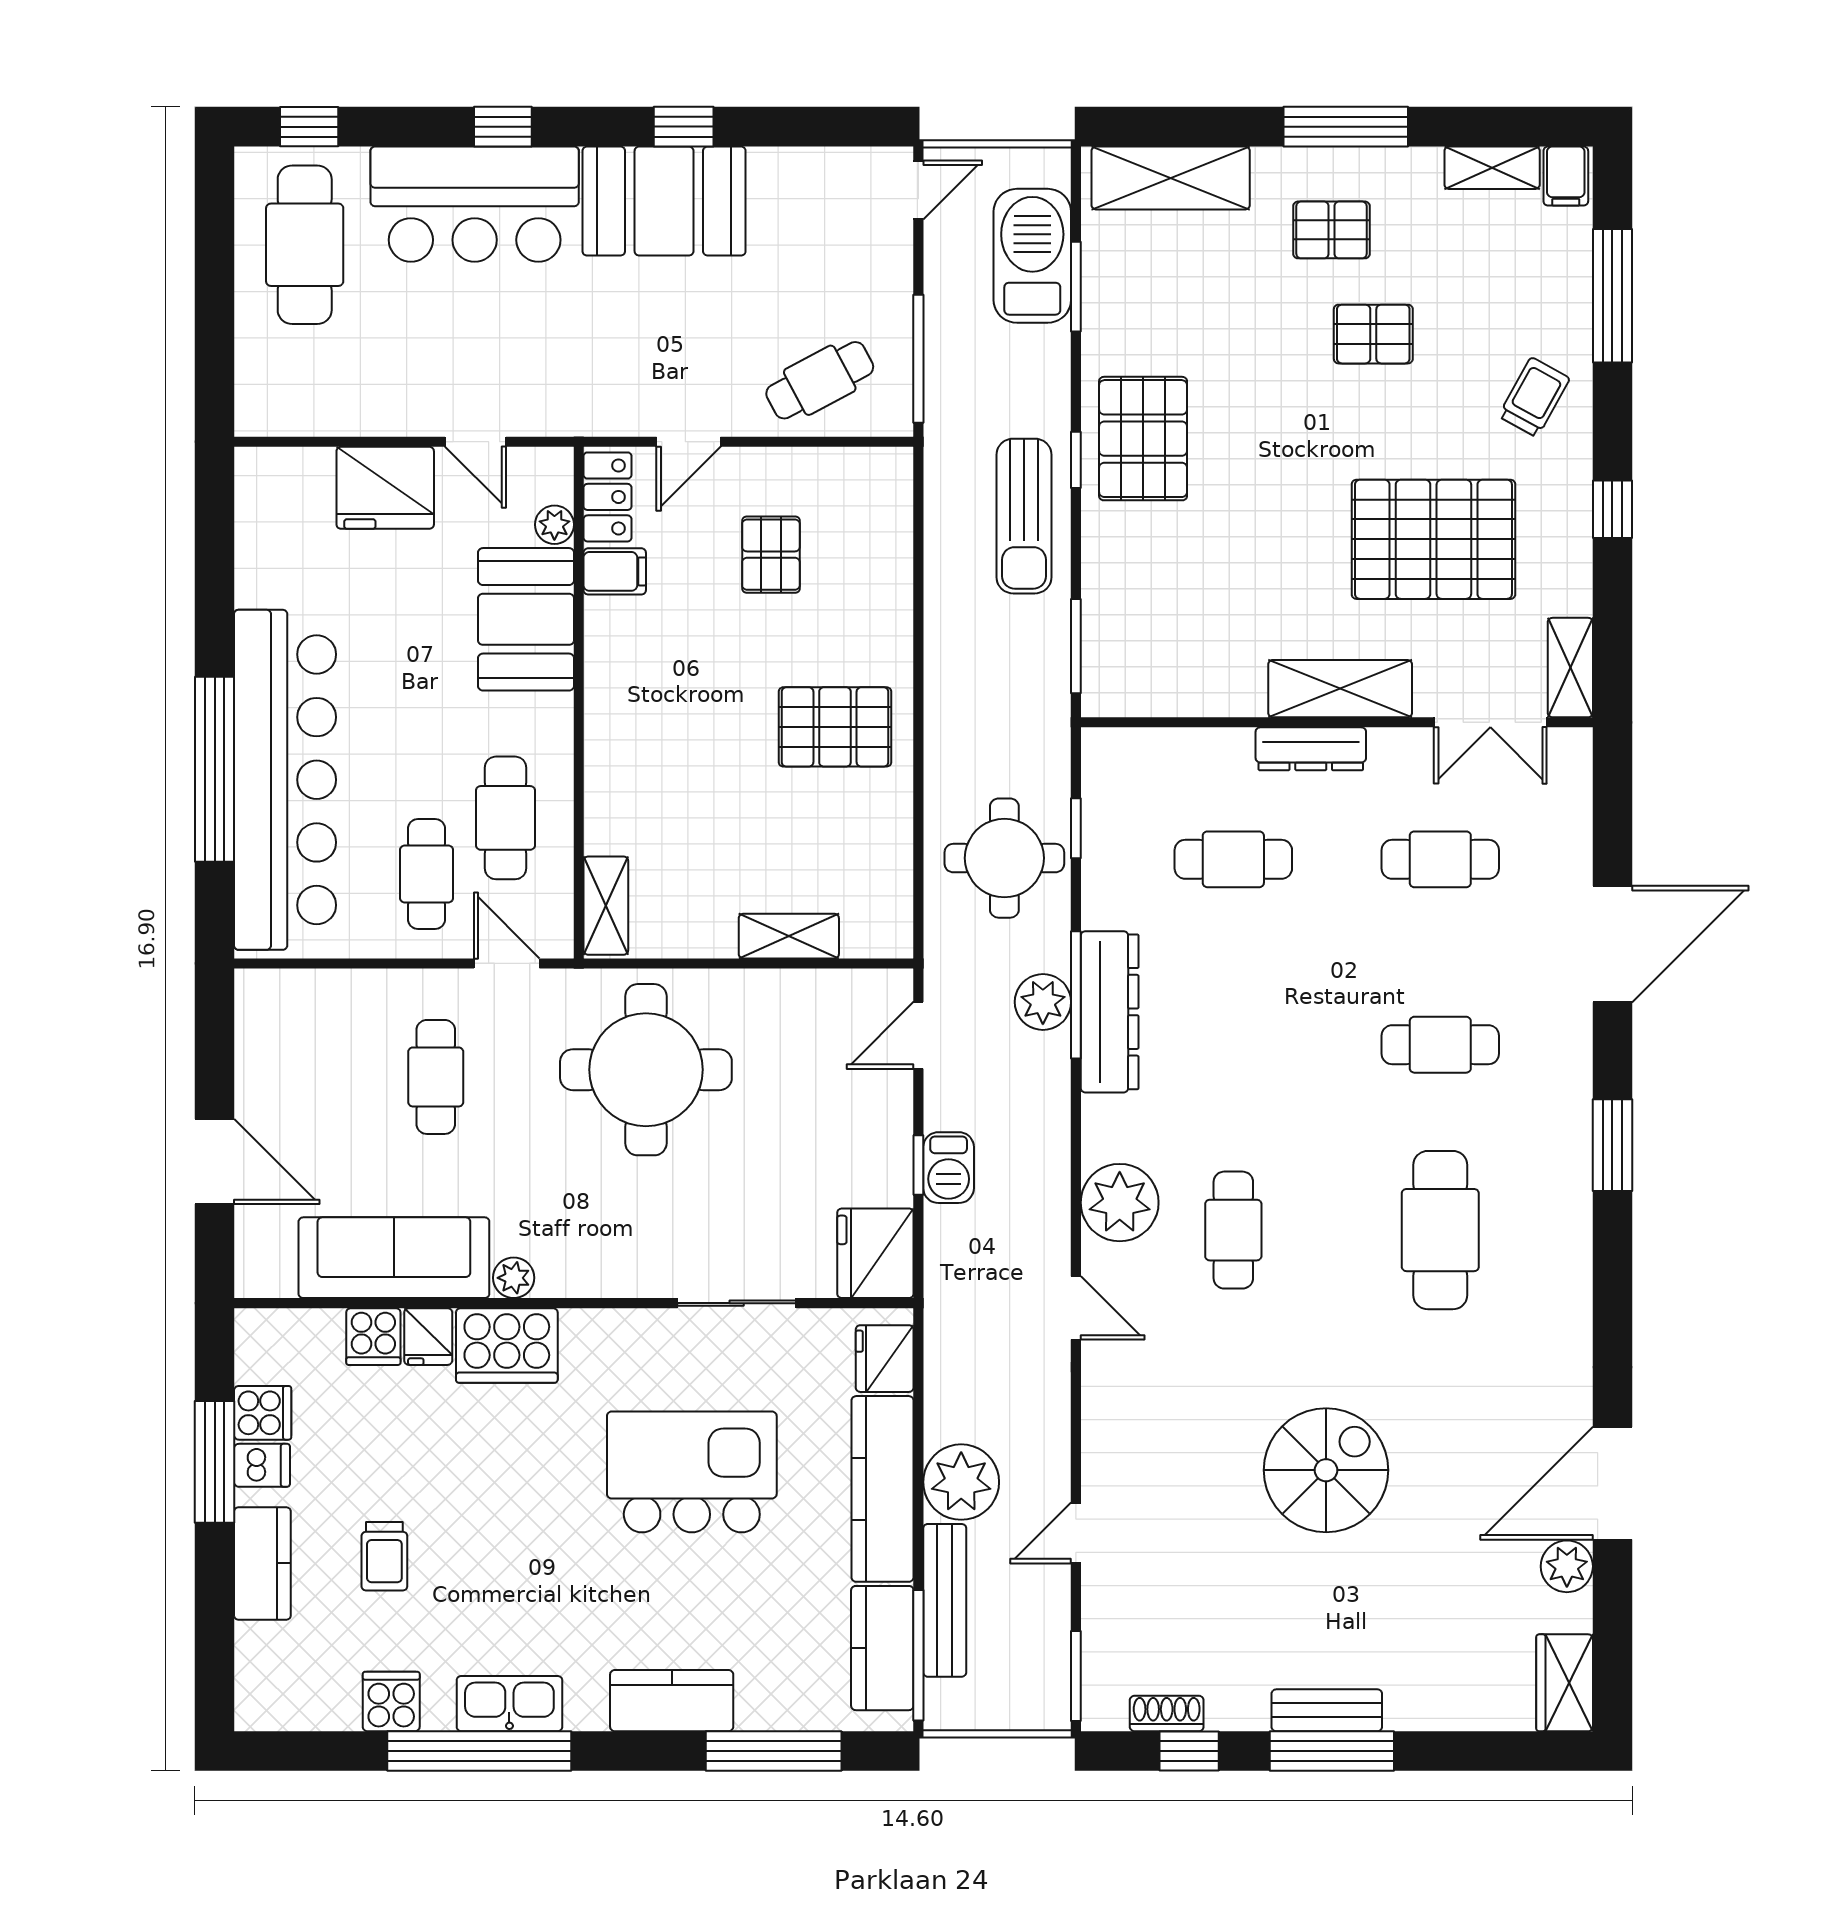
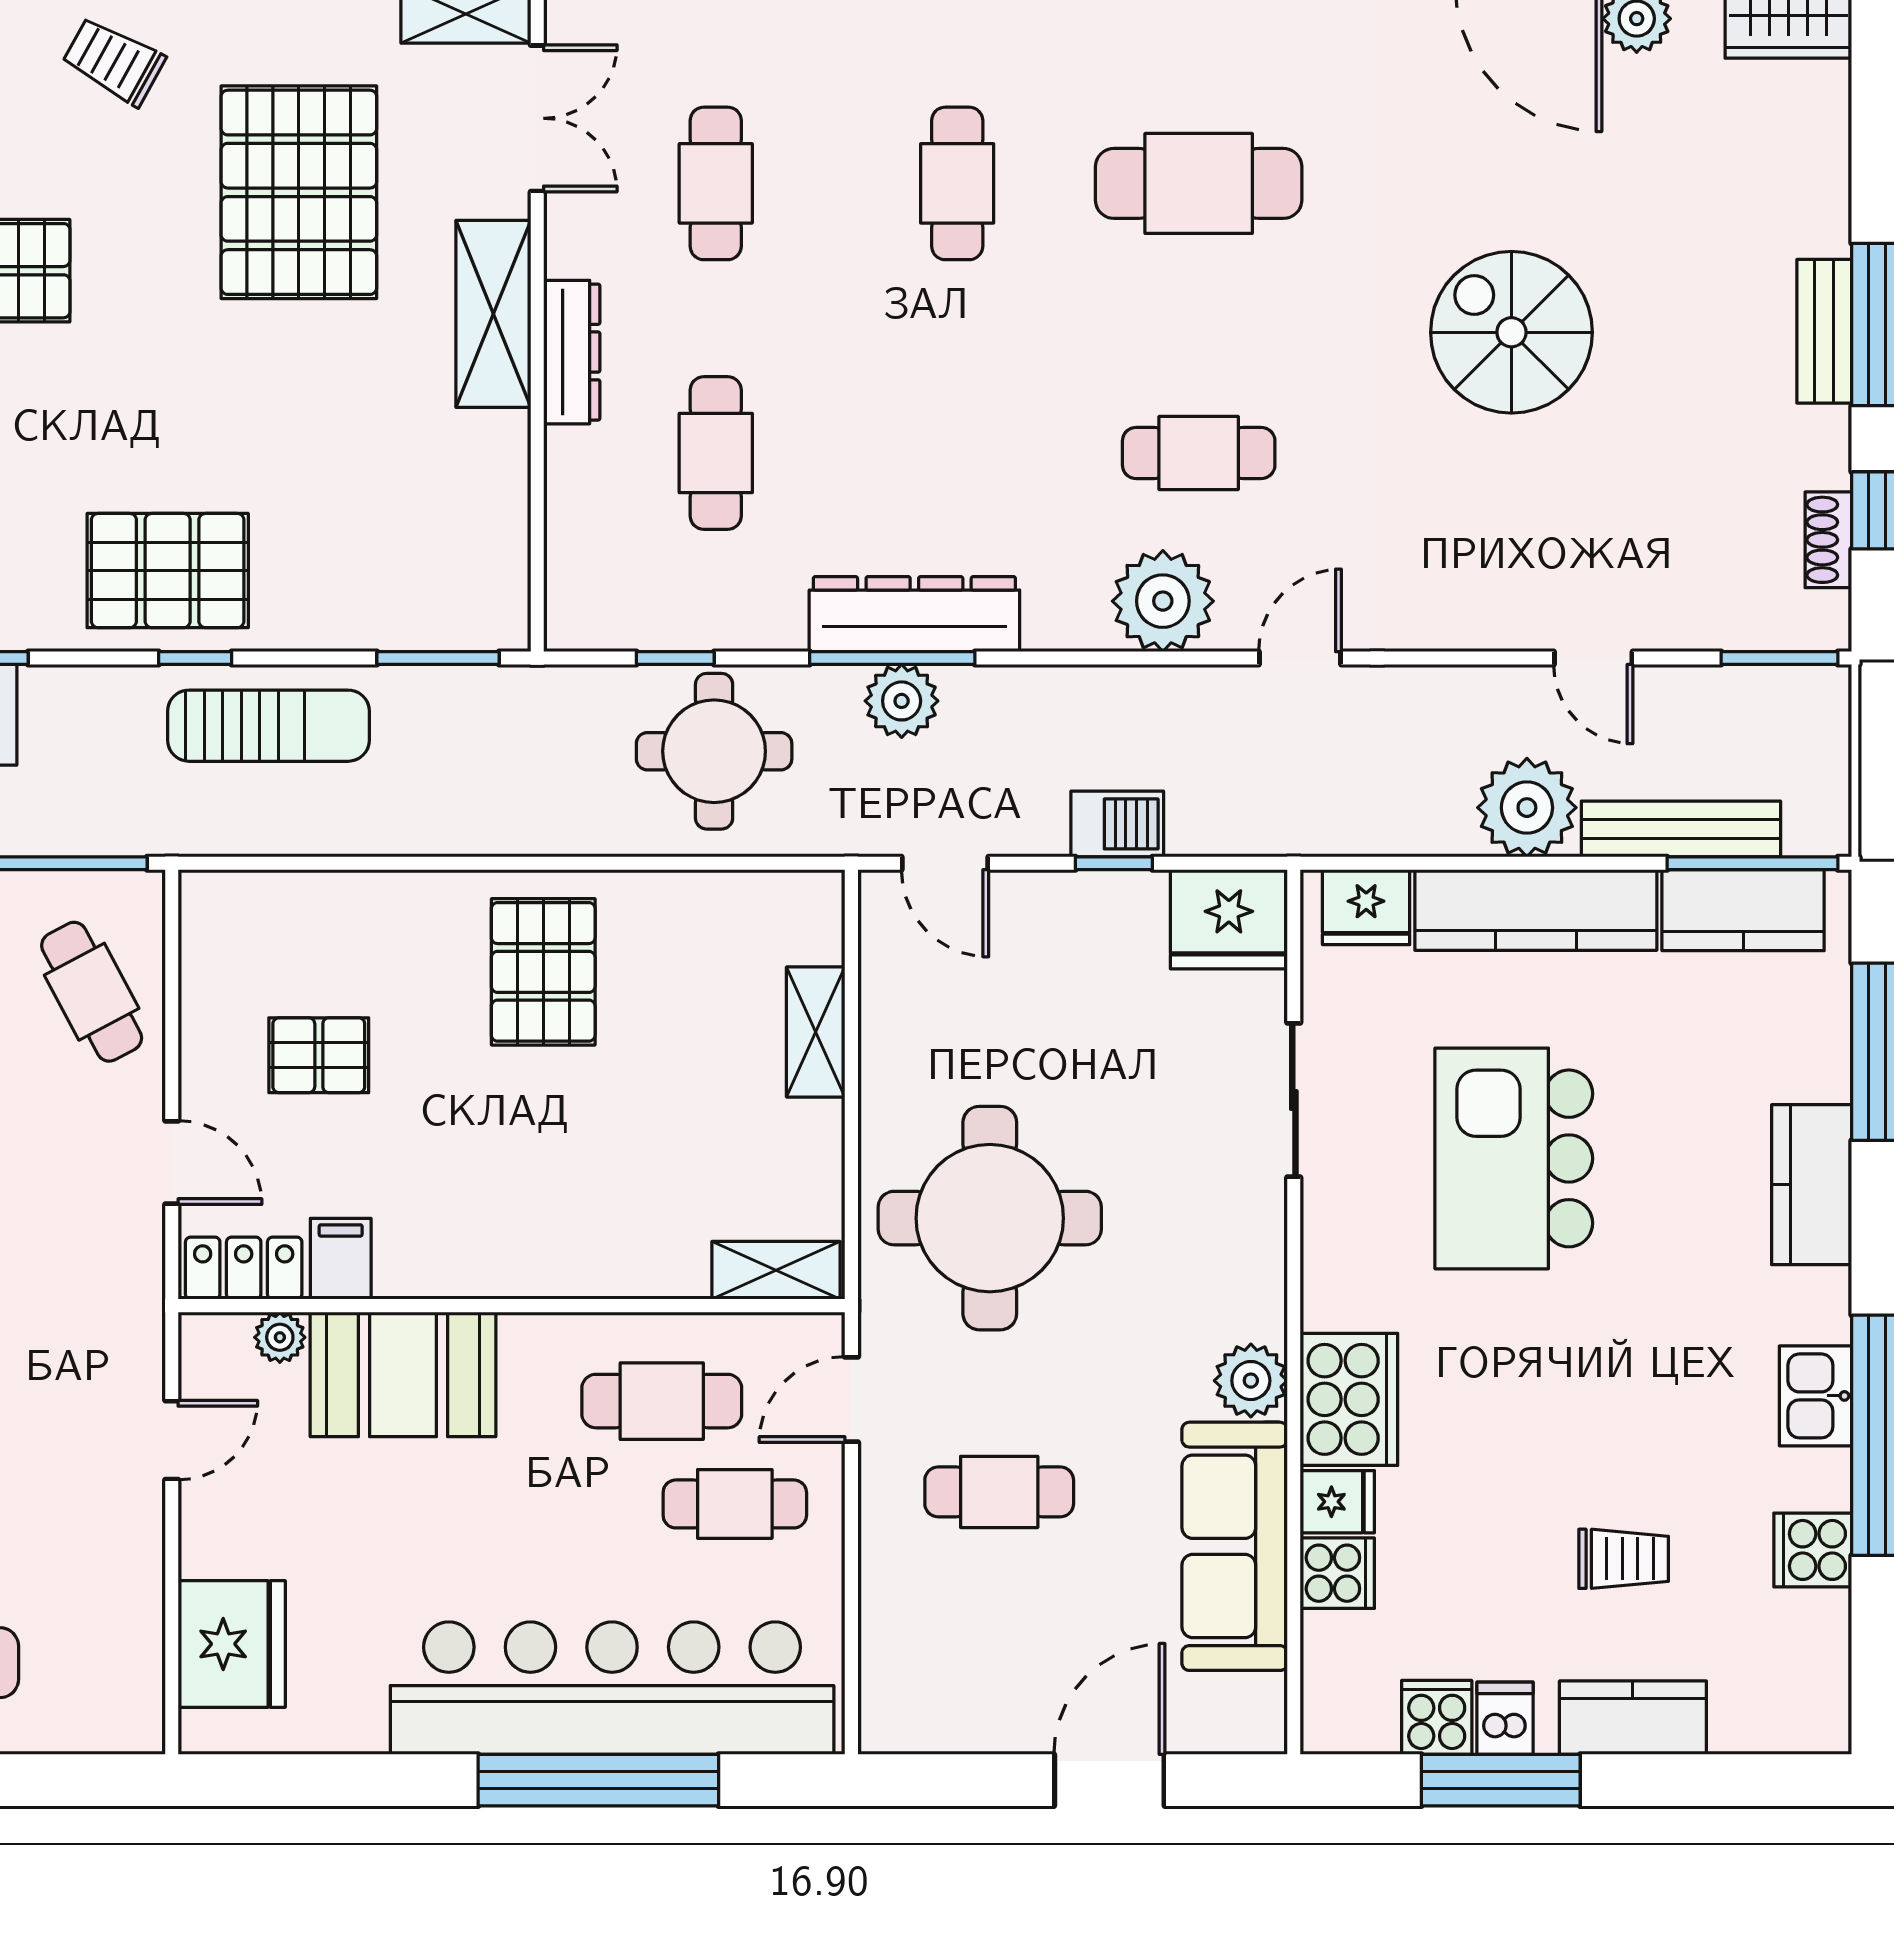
fridge: (385, 488) -> (232, 1644), moved
plant: (514, 1278) -> (1251, 1381), width x1.38, depth x1.38
kitchen sink: (509, 1704) -> (1815, 1396), width x0.73

